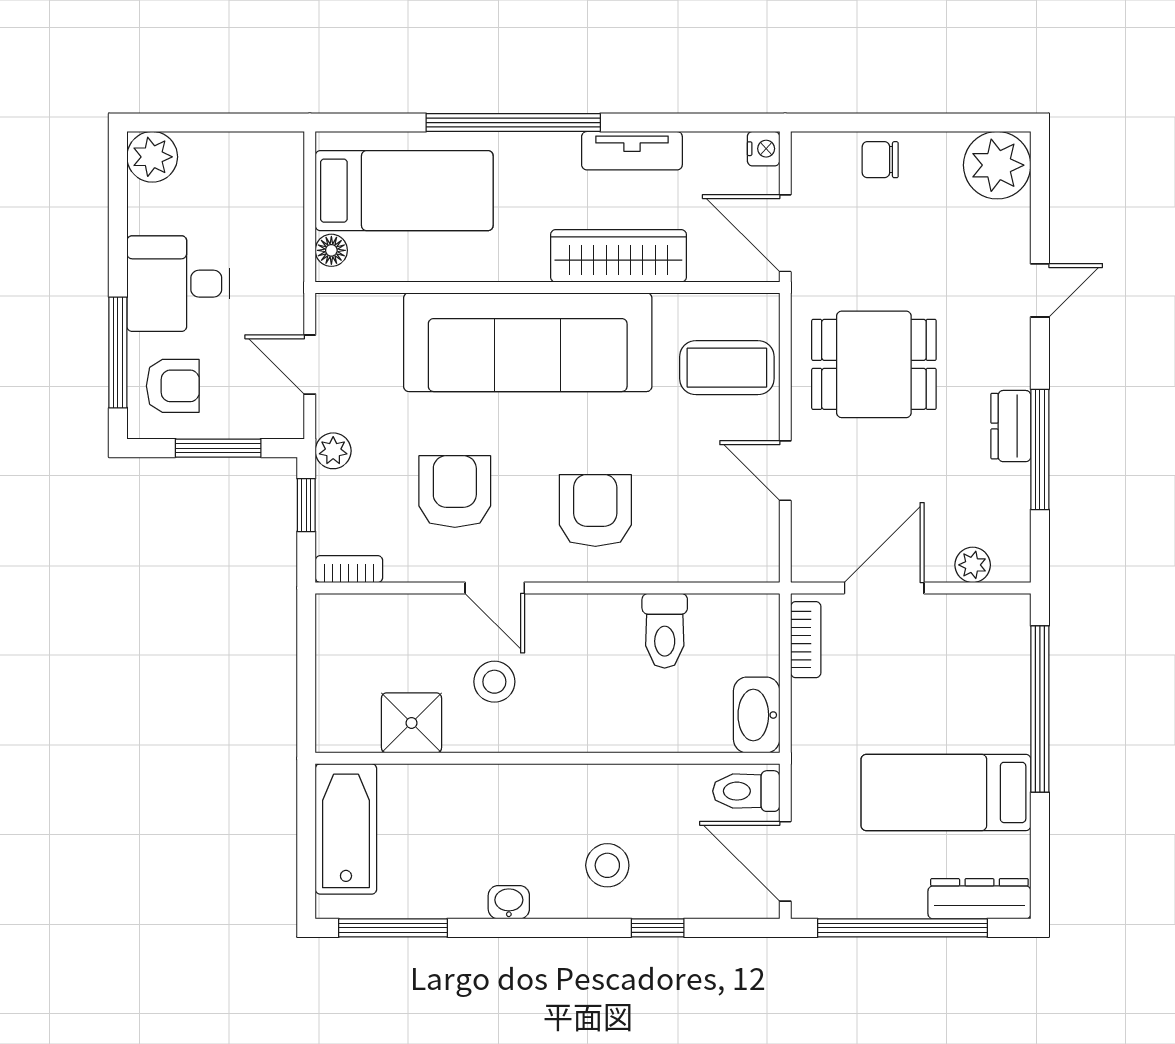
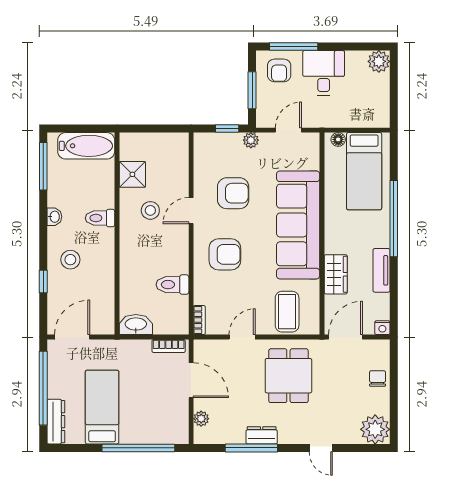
wardrobe: (618, 256) -> (336, 274), width x0.67
bookcase: (349, 569) -> (199, 320), moved
toilet: (746, 791) -> (100, 218), moved, turned -90

